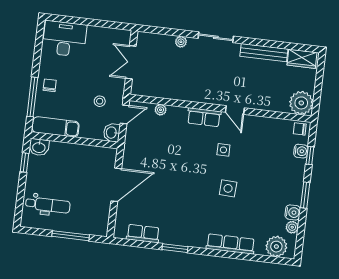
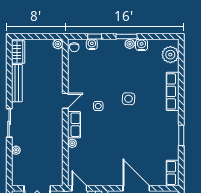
plant: (301, 103) -> (58, 44), width x0.53, depth x0.53
plant: (161, 110) -> (72, 143), moved
plant: (292, 227) -> (130, 44), moved
row of seats: (143, 234) -> (173, 173), moved

